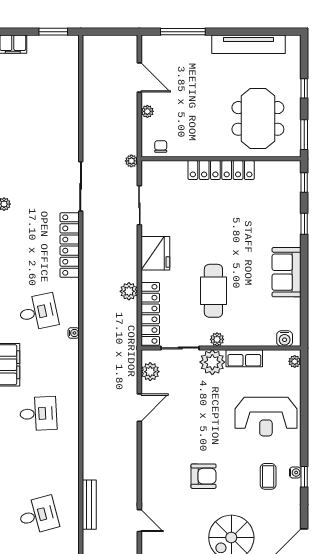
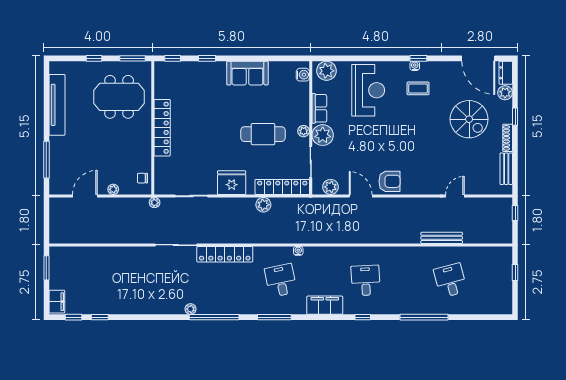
plant: (295, 361) -> (326, 71), width x1.88, depth x1.88
armchair: (203, 476) -> (390, 181), moved, turned 90

